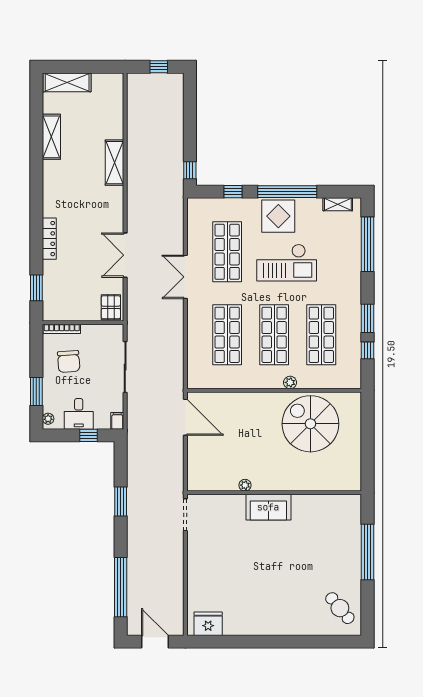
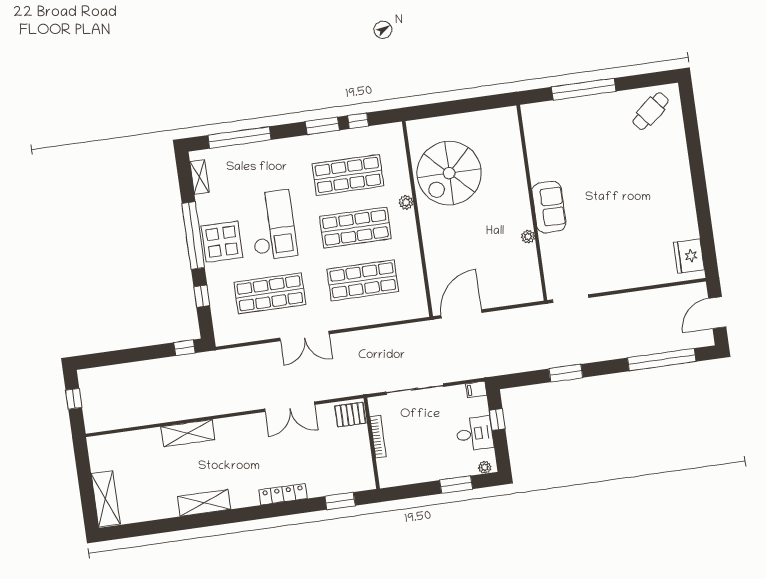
shelving: (51, 137) -> (204, 503), moved
bookcase: (62, 329) -> (378, 437), moved
chair: (69, 361) -> (417, 453), removed

